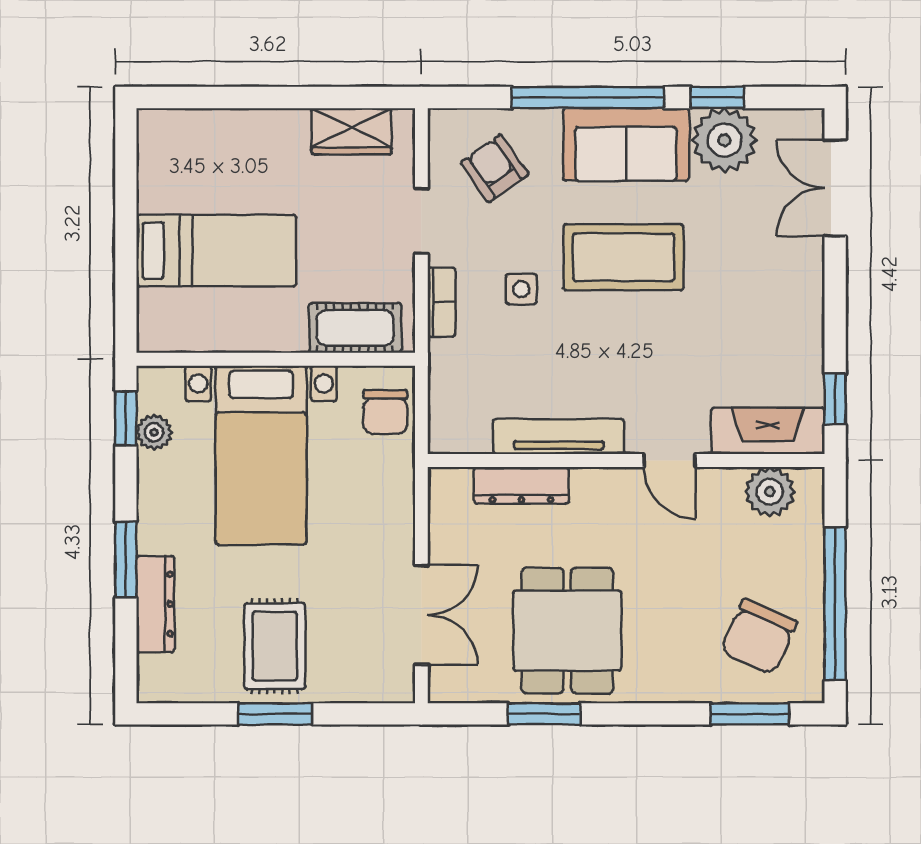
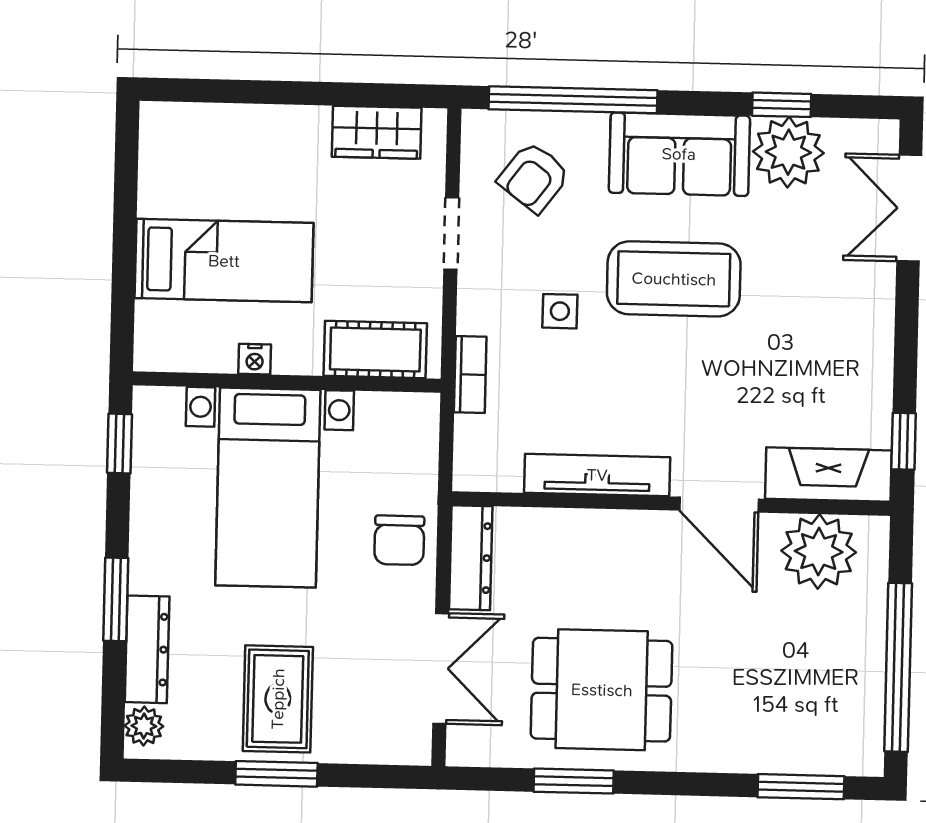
window: (588, 97) -> (573, 100), moved
armchair: (495, 168) -> (534, 177), turned -108
bookcase: (442, 302) -> (470, 374), moved
nightstand: (246, 339) -> (255, 359), added
chair: (385, 412) -> (399, 540), moved
plant: (154, 432) -> (144, 726), moved
door: (670, 461) -> (719, 505), width x1.38
dresser: (521, 485) -> (471, 558), moved, turned -90
plant: (770, 492) -> (819, 552), width x1.36, depth x1.36
dining table: (567, 631) -> (602, 690), turned 90
chair: (759, 637) -> (813, 702), removed

